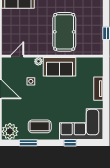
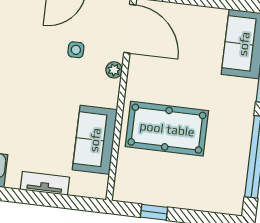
door: (17, 56) -> (130, 29), width x1.87
sofa: (59, 67) -> (95, 140), moved

